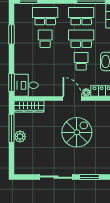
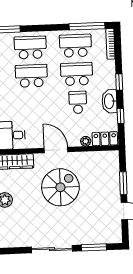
school desk: (45, 39) -> (31, 76), width x1.85
door: (72, 98) -> (56, 150), moved
spiral stairs: (77, 132) -> (60, 187), moved

